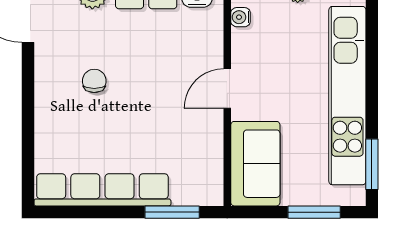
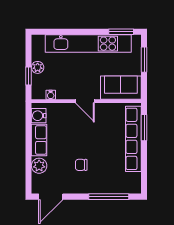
window: (28, 138) -> (109, 197), added
row of seats: (102, 190) -> (133, 139), moved

